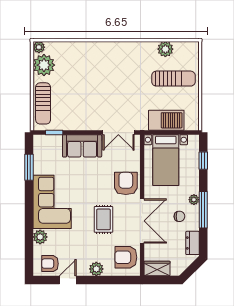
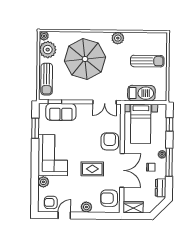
plant: (165, 49) -> (118, 38), moved
parasol: (93, 77) -> (85, 59), added
sofa: (82, 146) -> (61, 112), moved
rug: (103, 219) -> (92, 169), turned 90

